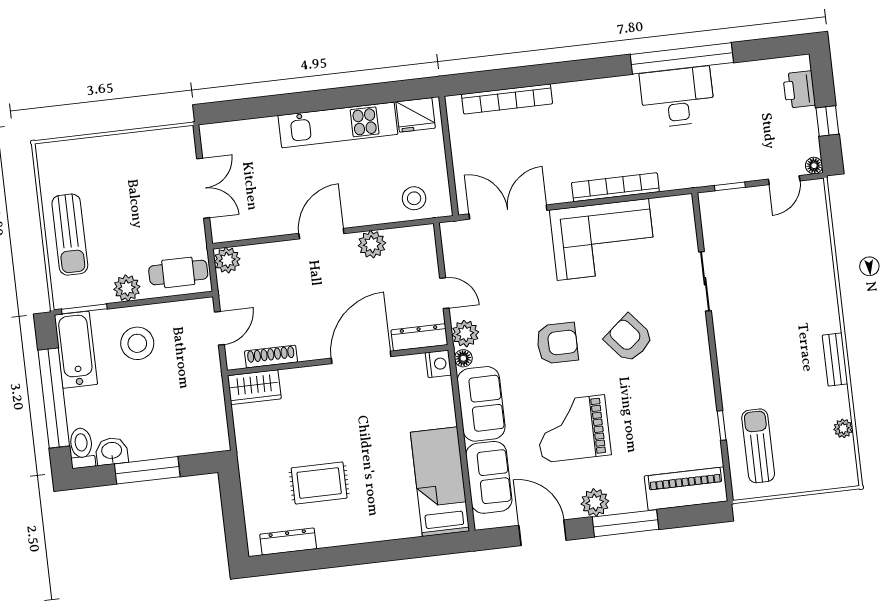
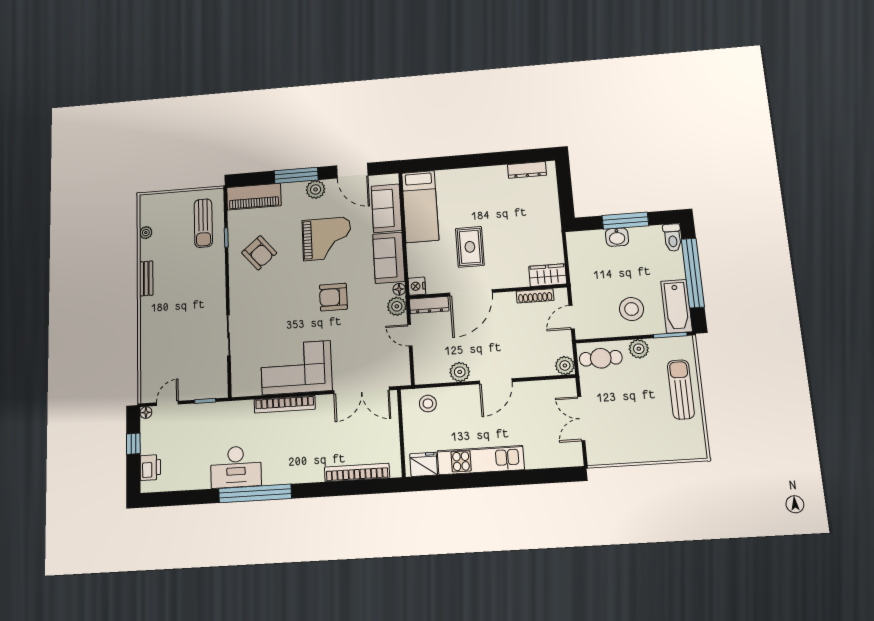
window: (682, 58) -> (255, 493), moved
armchair: (629, 338) -> (259, 253), moved
washbasin: (112, 451) -> (617, 237), moved
rug: (319, 483) -> (470, 247), moved, turned 90

